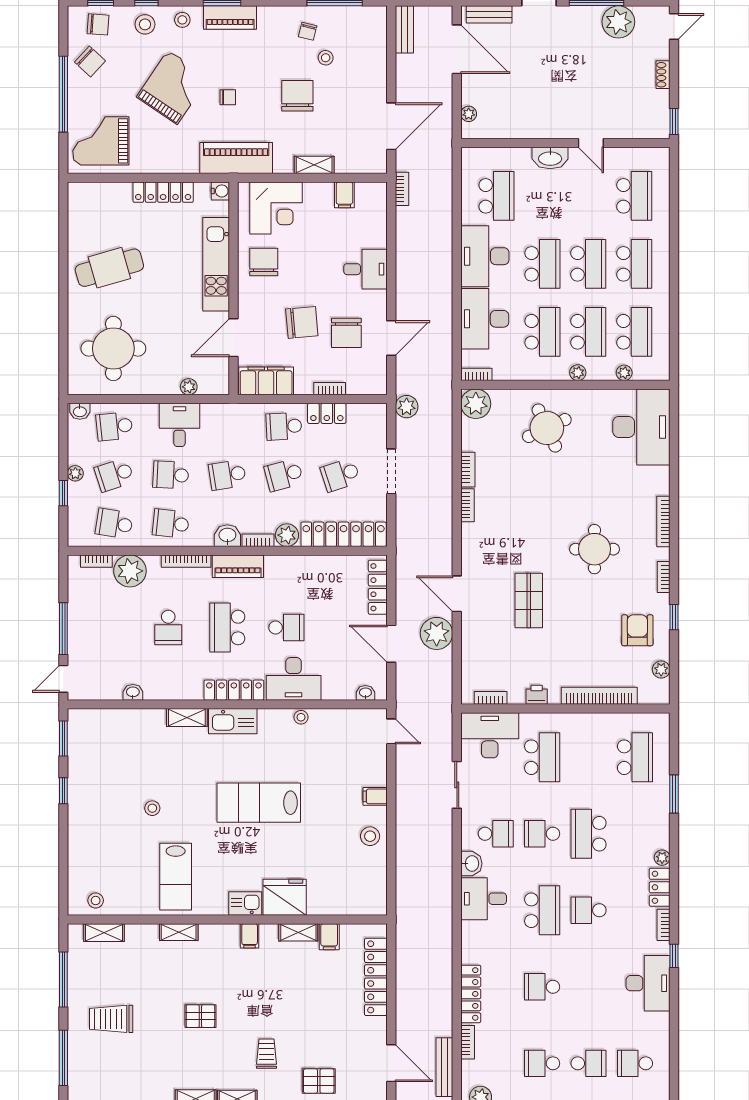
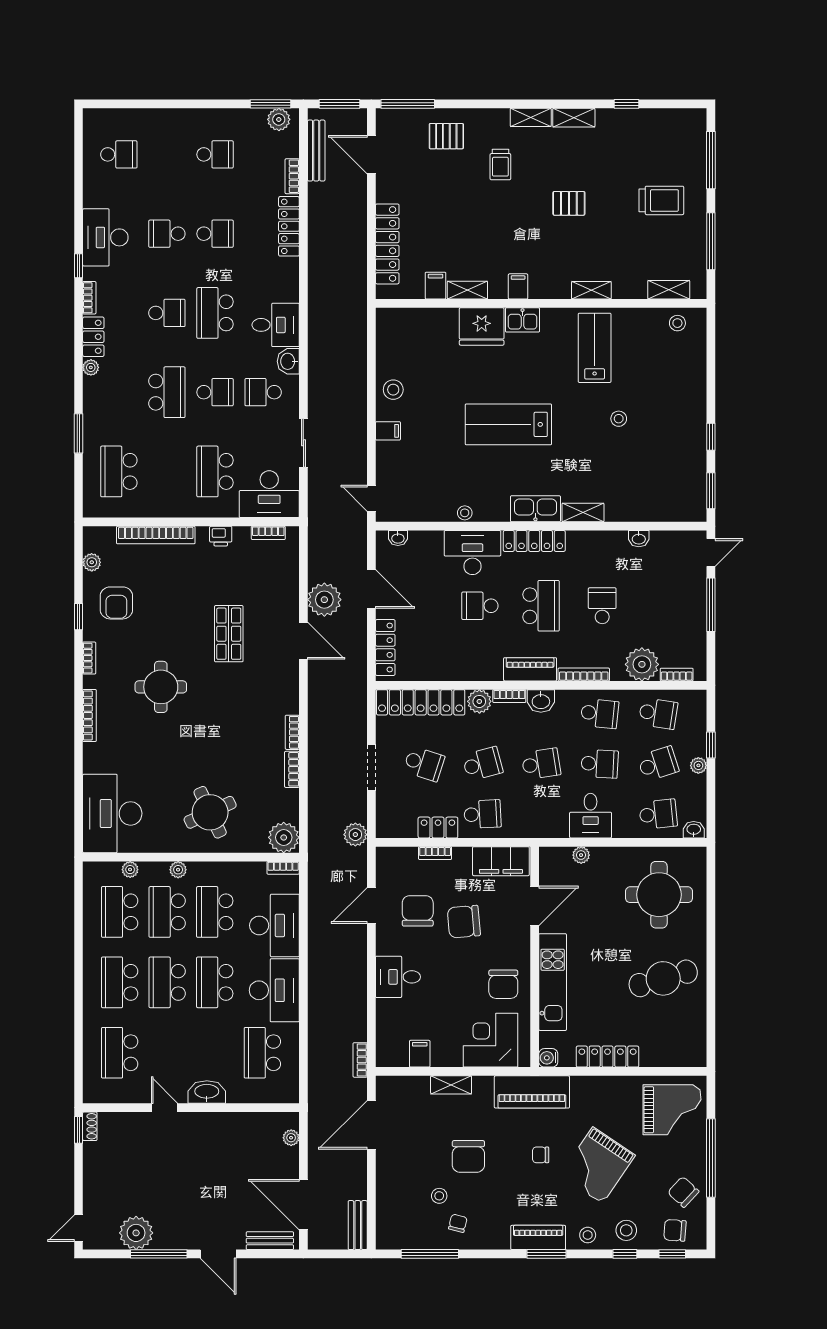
shoe rack: (663, 75) -> (90, 1126), moved
school desk: (340, 475) -> (424, 764), turned 36
lab bench: (259, 803) -> (508, 424), turned 180
school desk: (589, 1063) -> (167, 234), moved

